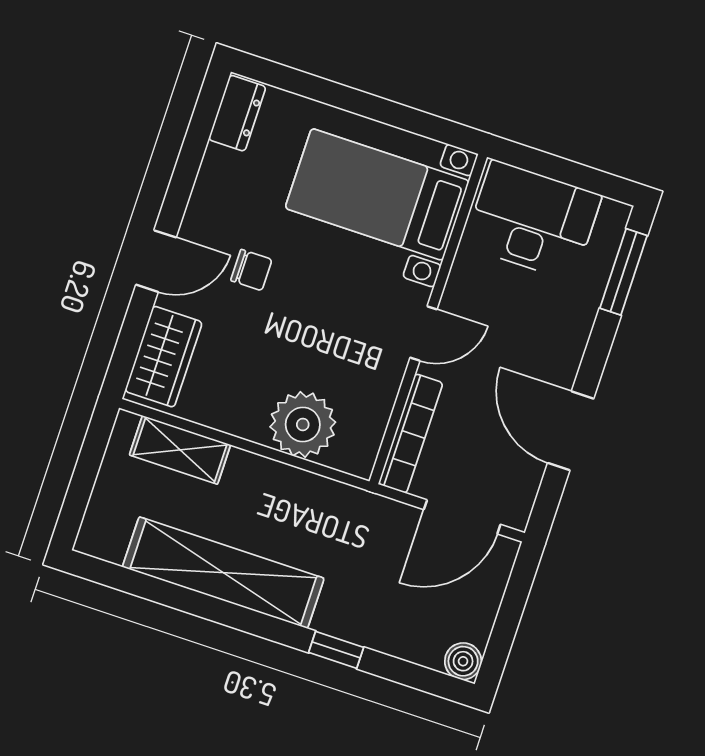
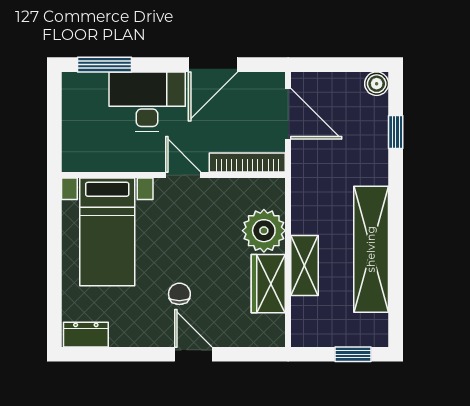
desk: (533, 220) -> (147, 102), moved, turned 90
wardrobe: (164, 357) -> (268, 284), moved, turned -90
shelving: (180, 450) -> (305, 265), moved
window: (78, 495) -> (353, 354), added
window: (336, 650) -> (396, 132), moved

